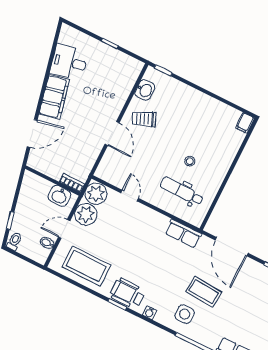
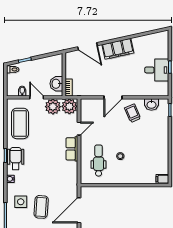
desk: (69, 62) -> (157, 70), moved, turned 102
row of seats: (183, 234) -> (72, 149), moved

